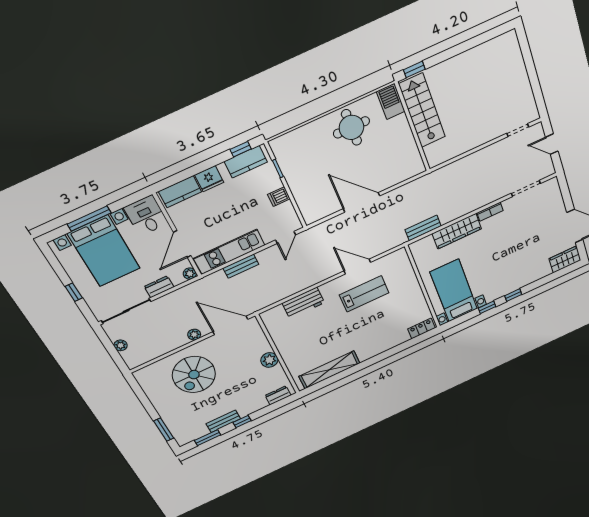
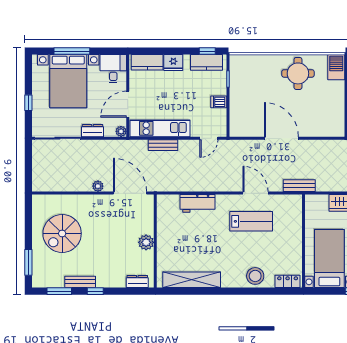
bench: (423, 228) -> (299, 186), moved
stool: (389, 338) -> (255, 276), added
plant: (121, 345) -> (37, 165), removed
spiral stairs: (194, 375) -> (62, 233), moved

